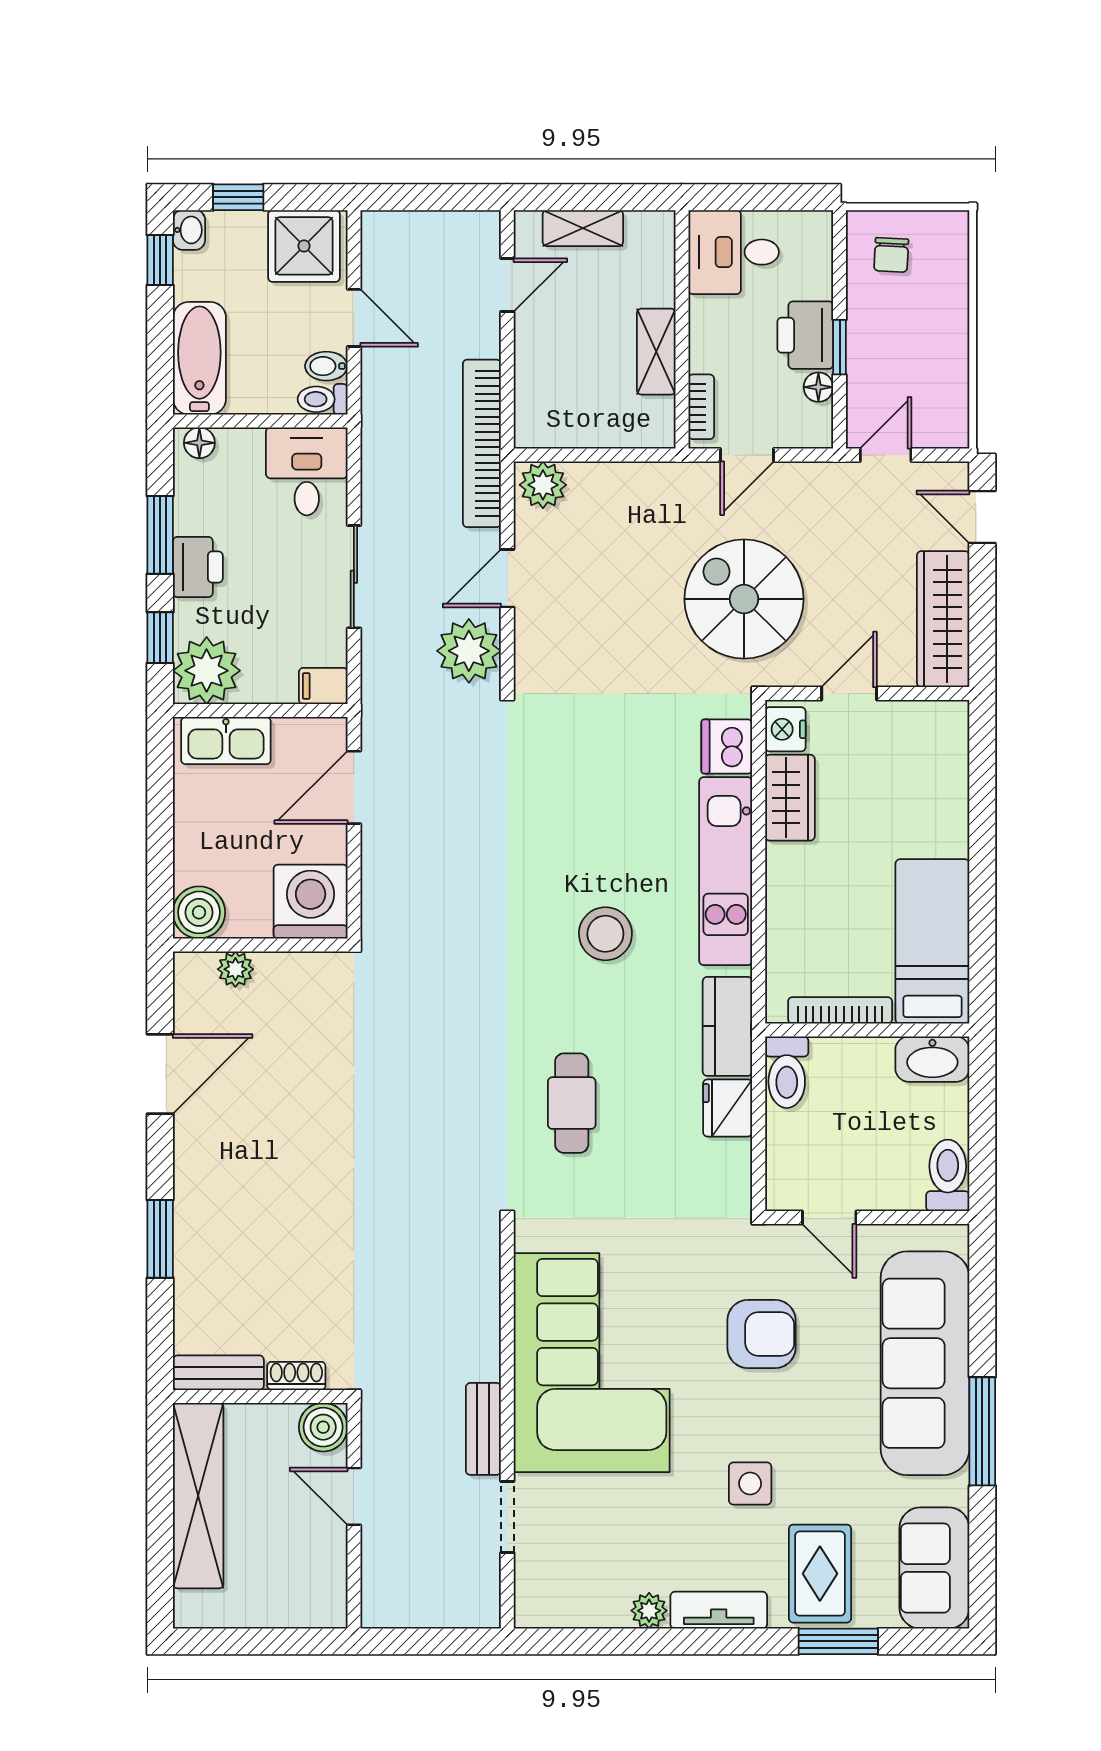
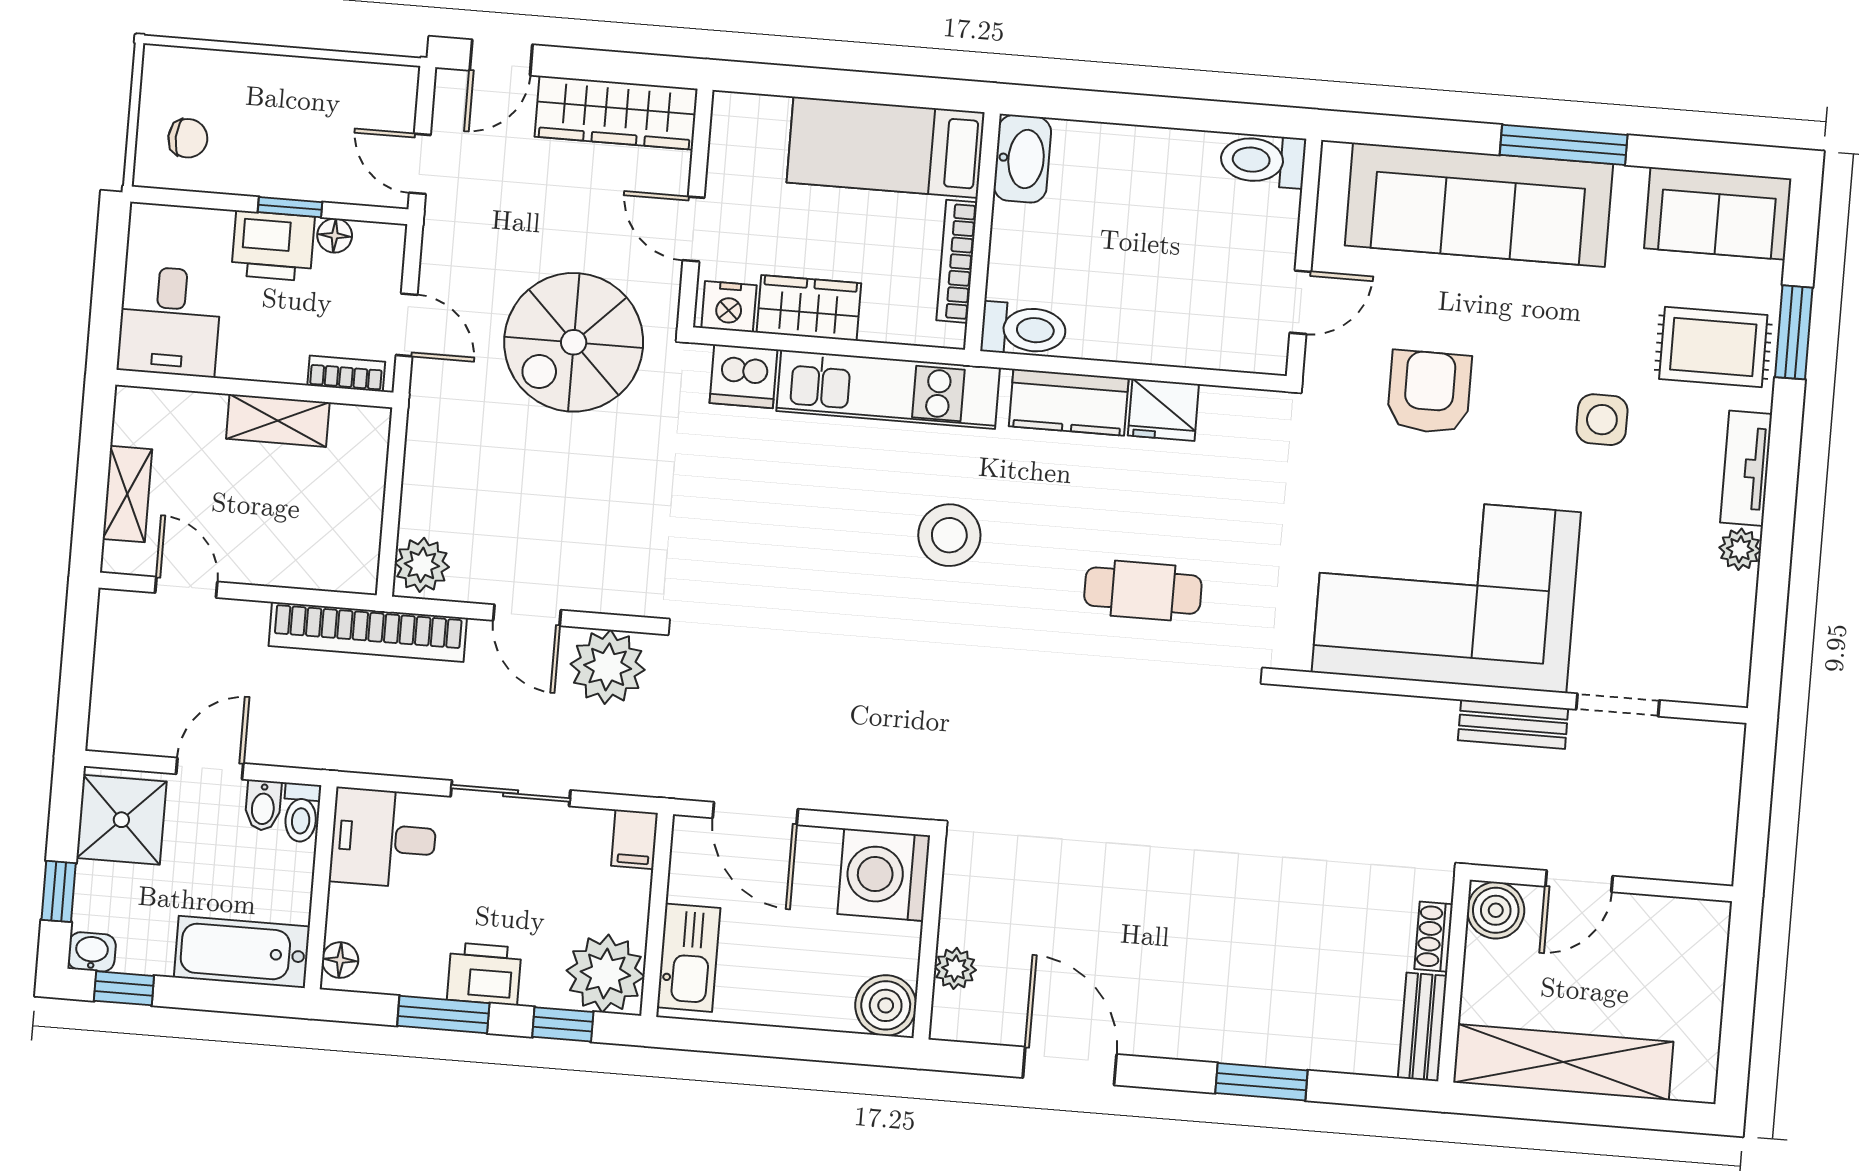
bed: (932, 941) -> (886, 147), moved
bookcase: (840, 1010) -> (957, 261), moved
wall: (867, 1030) -> (982, 232), moved
washbasin: (932, 1059) -> (1022, 159), moved
toilet: (787, 1072) -> (1024, 329), moved

